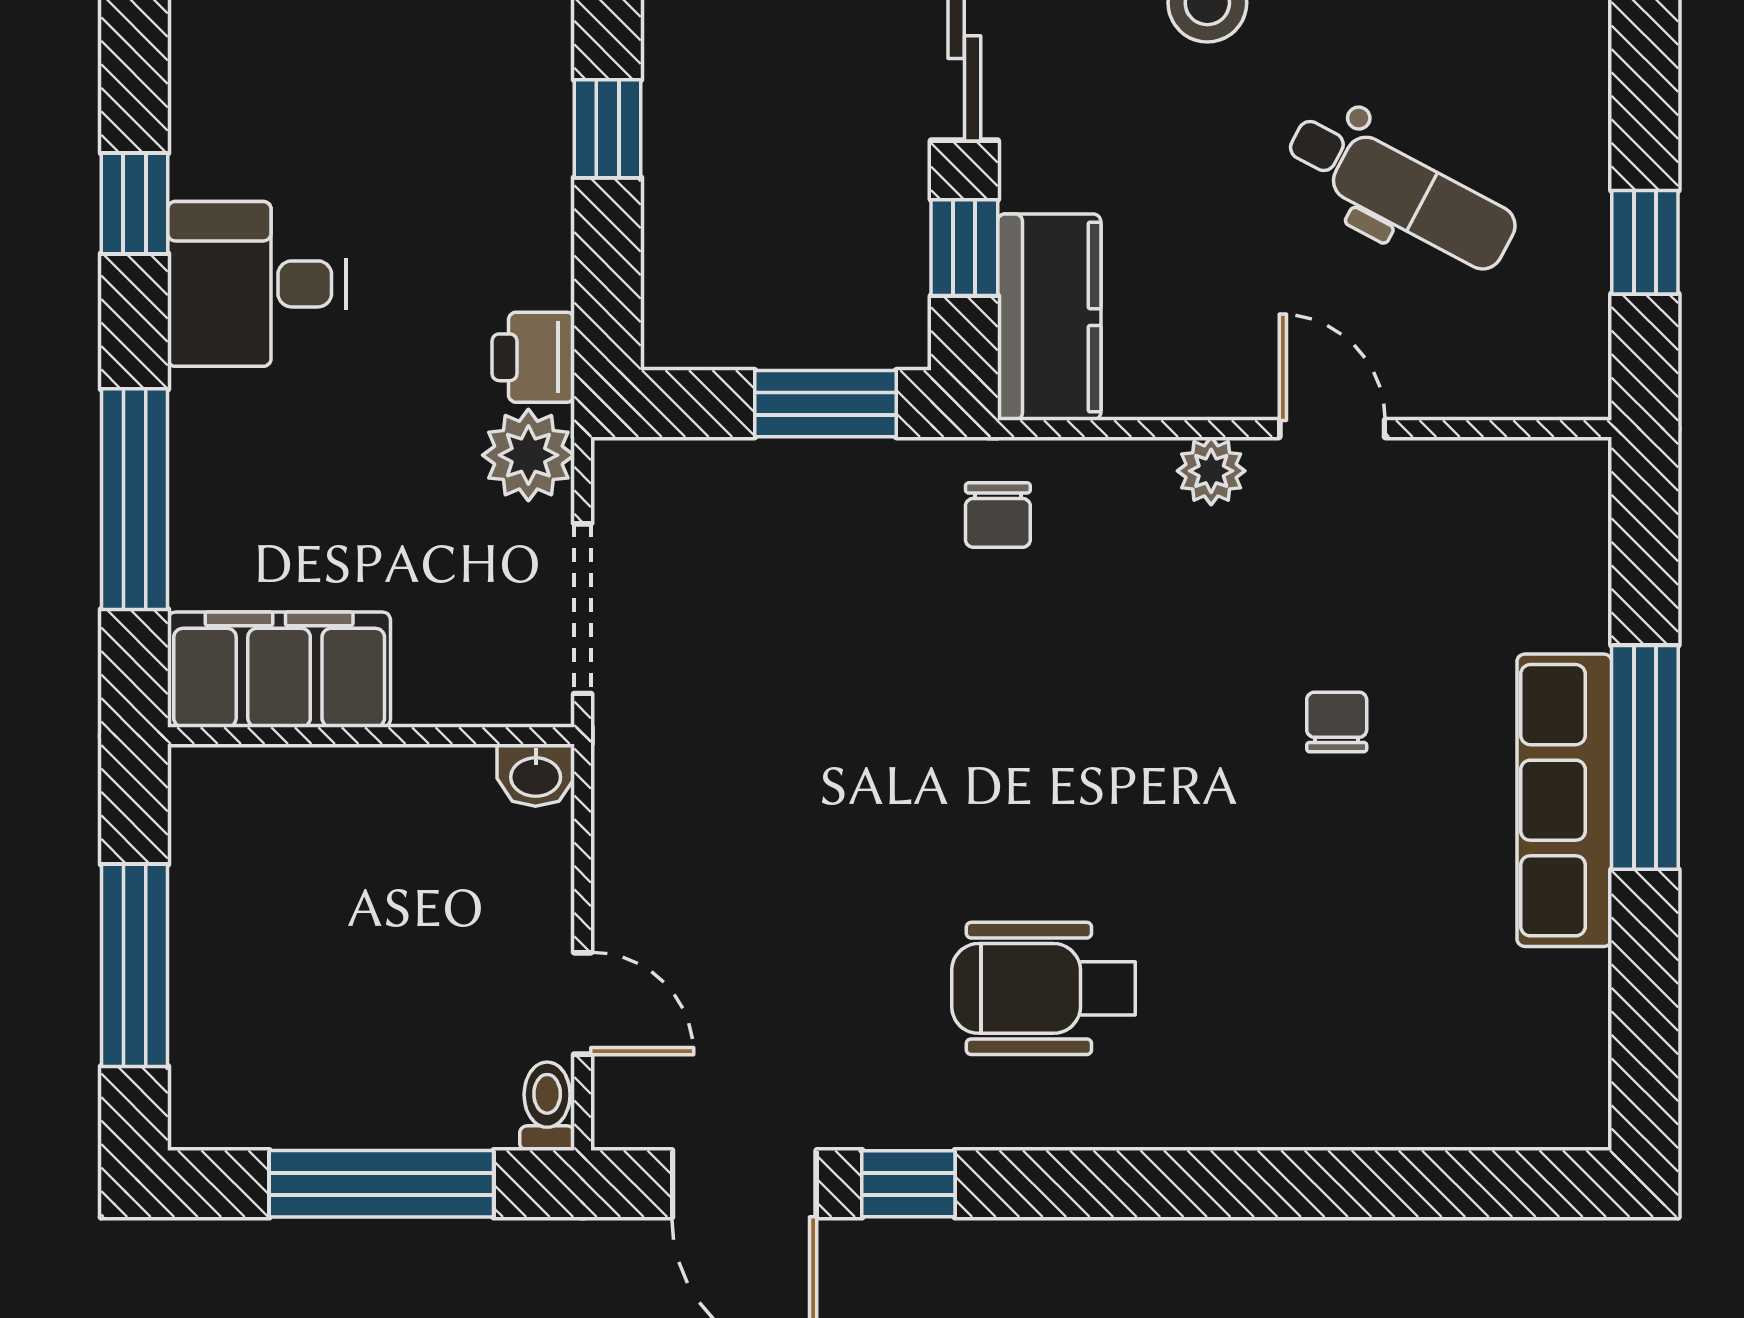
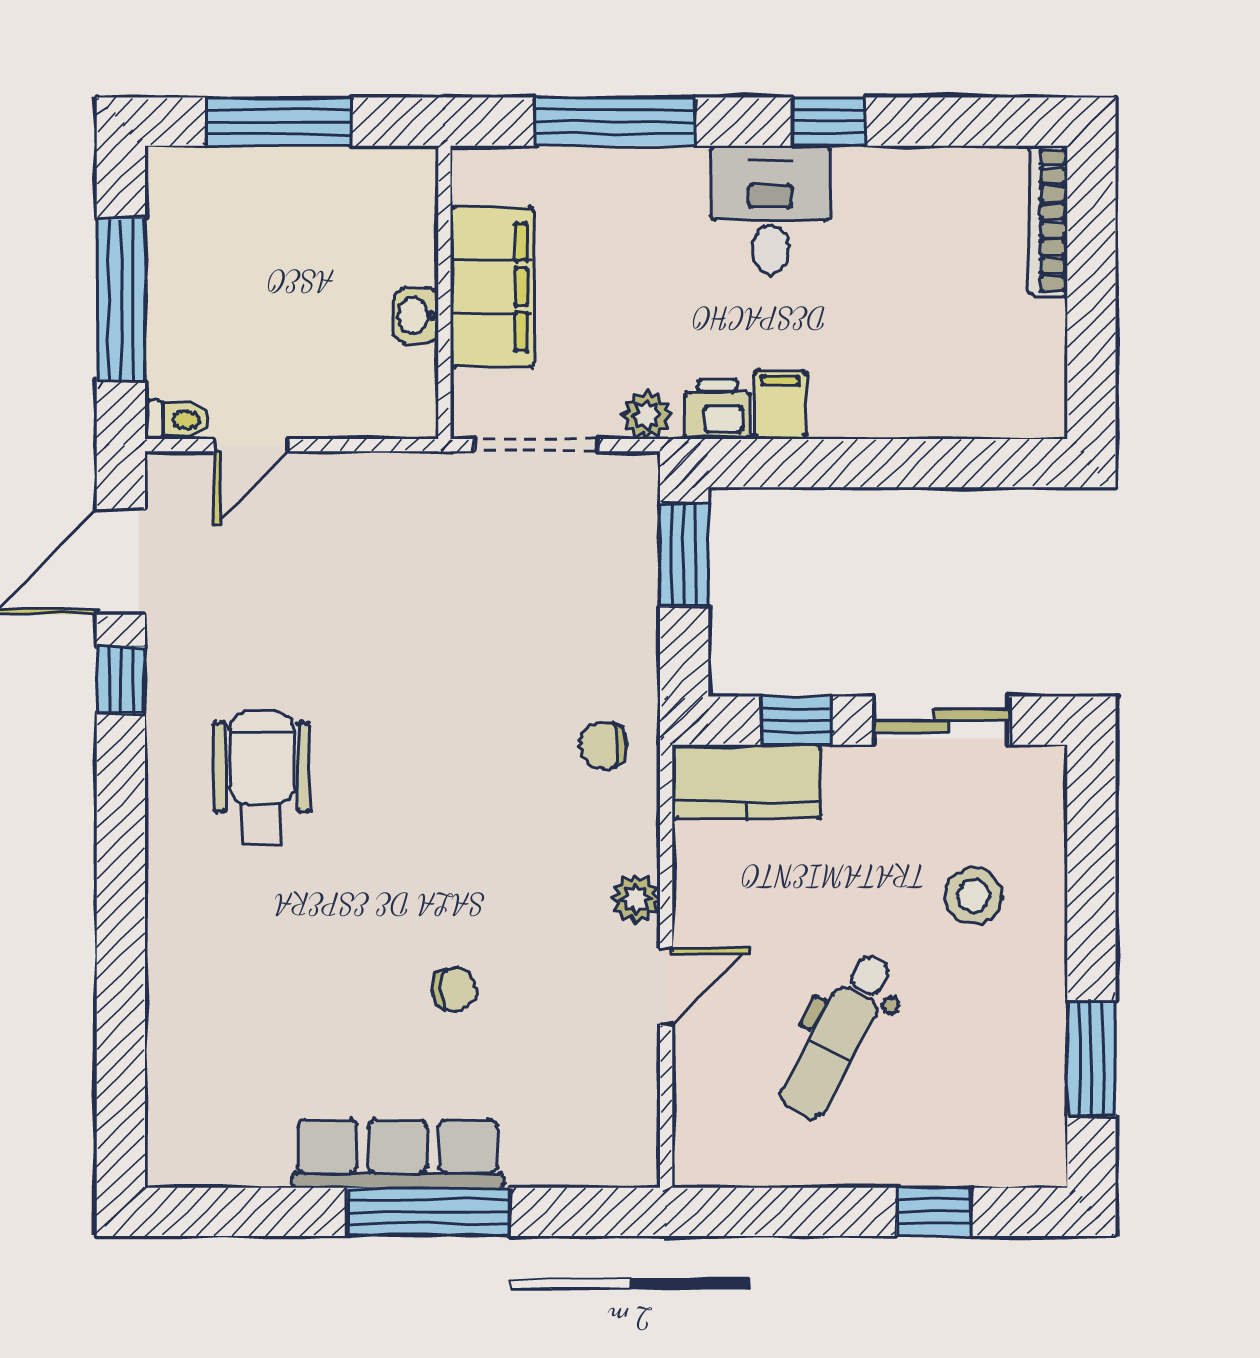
window: (608, 129) -> (883, 463), removed
window: (1645, 242) -> (934, 1212), moved
filing cabinet: (527, 270) -> (781, 405), added
window: (826, 404) -> (684, 555), moved
plant: (528, 455) -> (647, 415), width x0.73, depth x0.73
filing cabinet: (279, 670) -> (492, 287), moved
washbasin: (536, 775) -> (416, 315), moved

